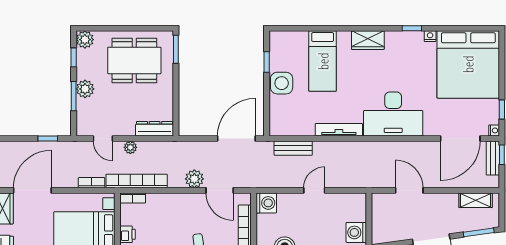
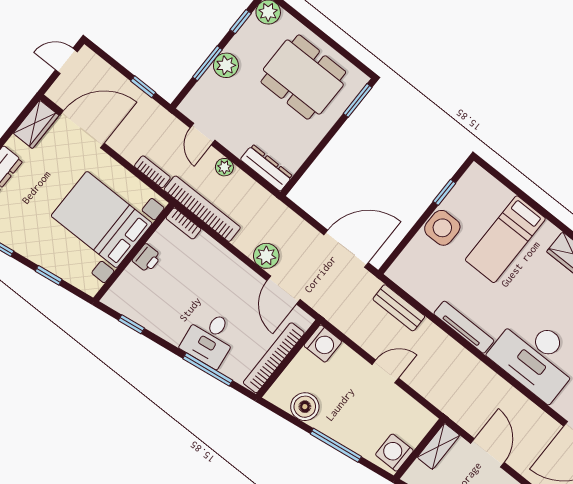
shelving: (378, 209) -> (438, 446), added

